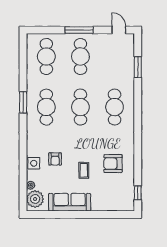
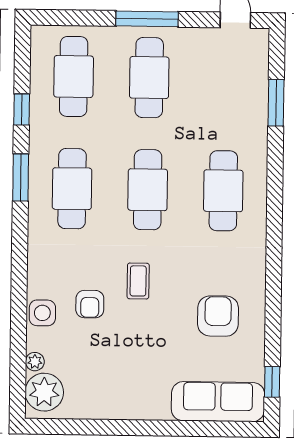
window: (23, 72) -> (22, 109), added
armchair: (113, 164) -> (218, 316), turned 90
coffee table: (84, 170) -> (138, 281), moved
sofa: (70, 202) -> (218, 402), moved

